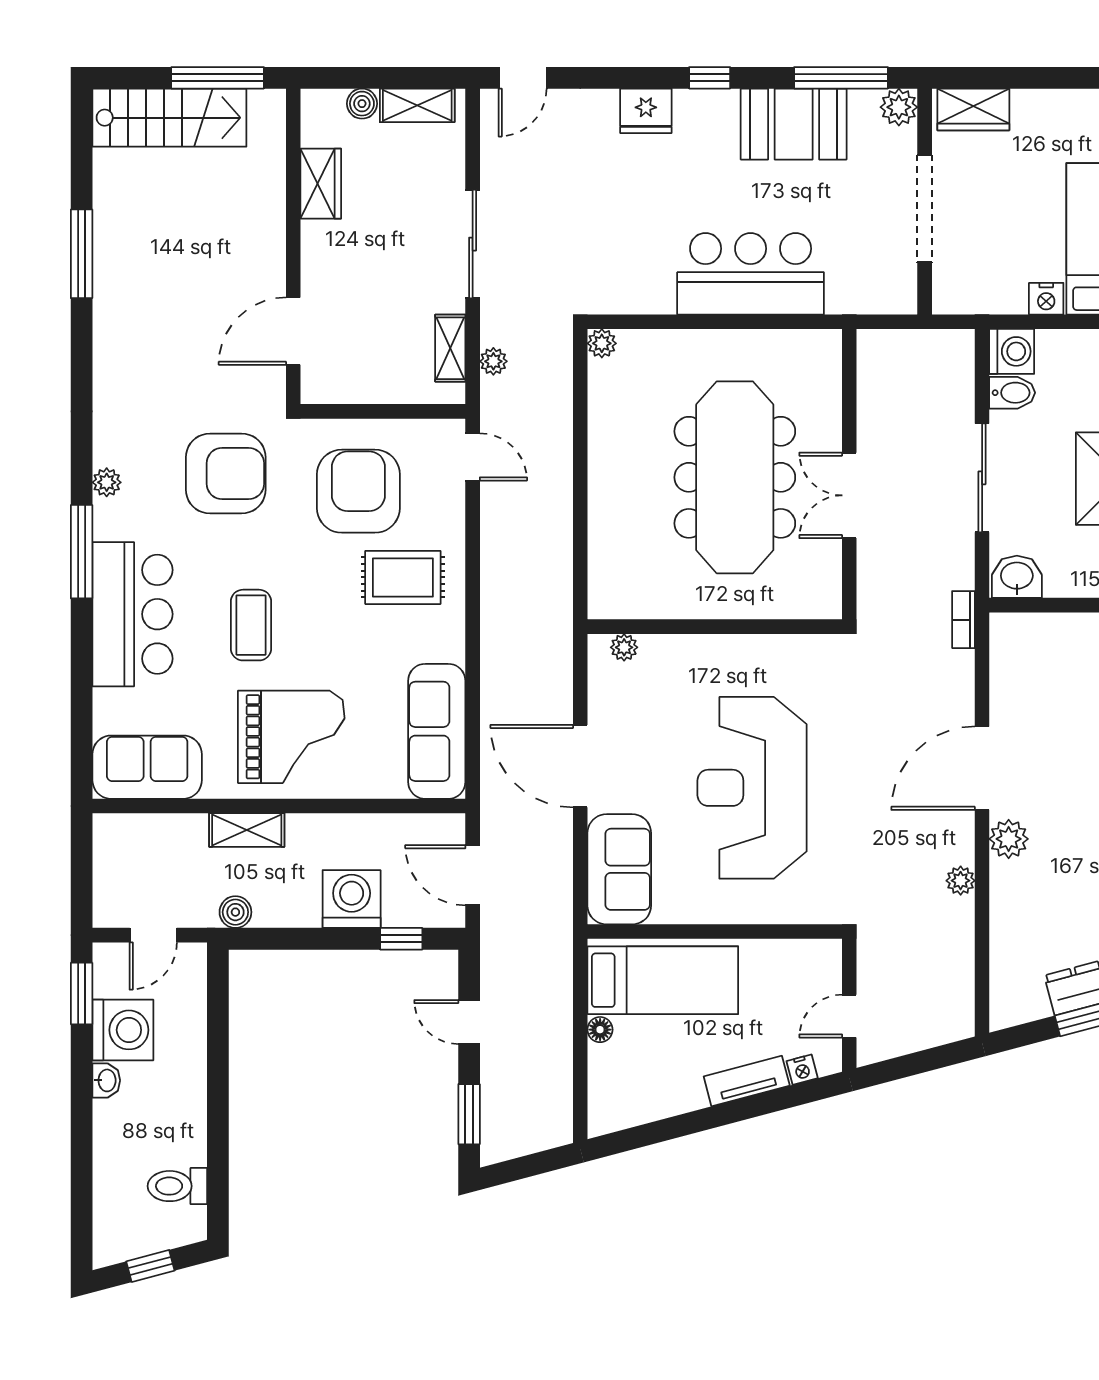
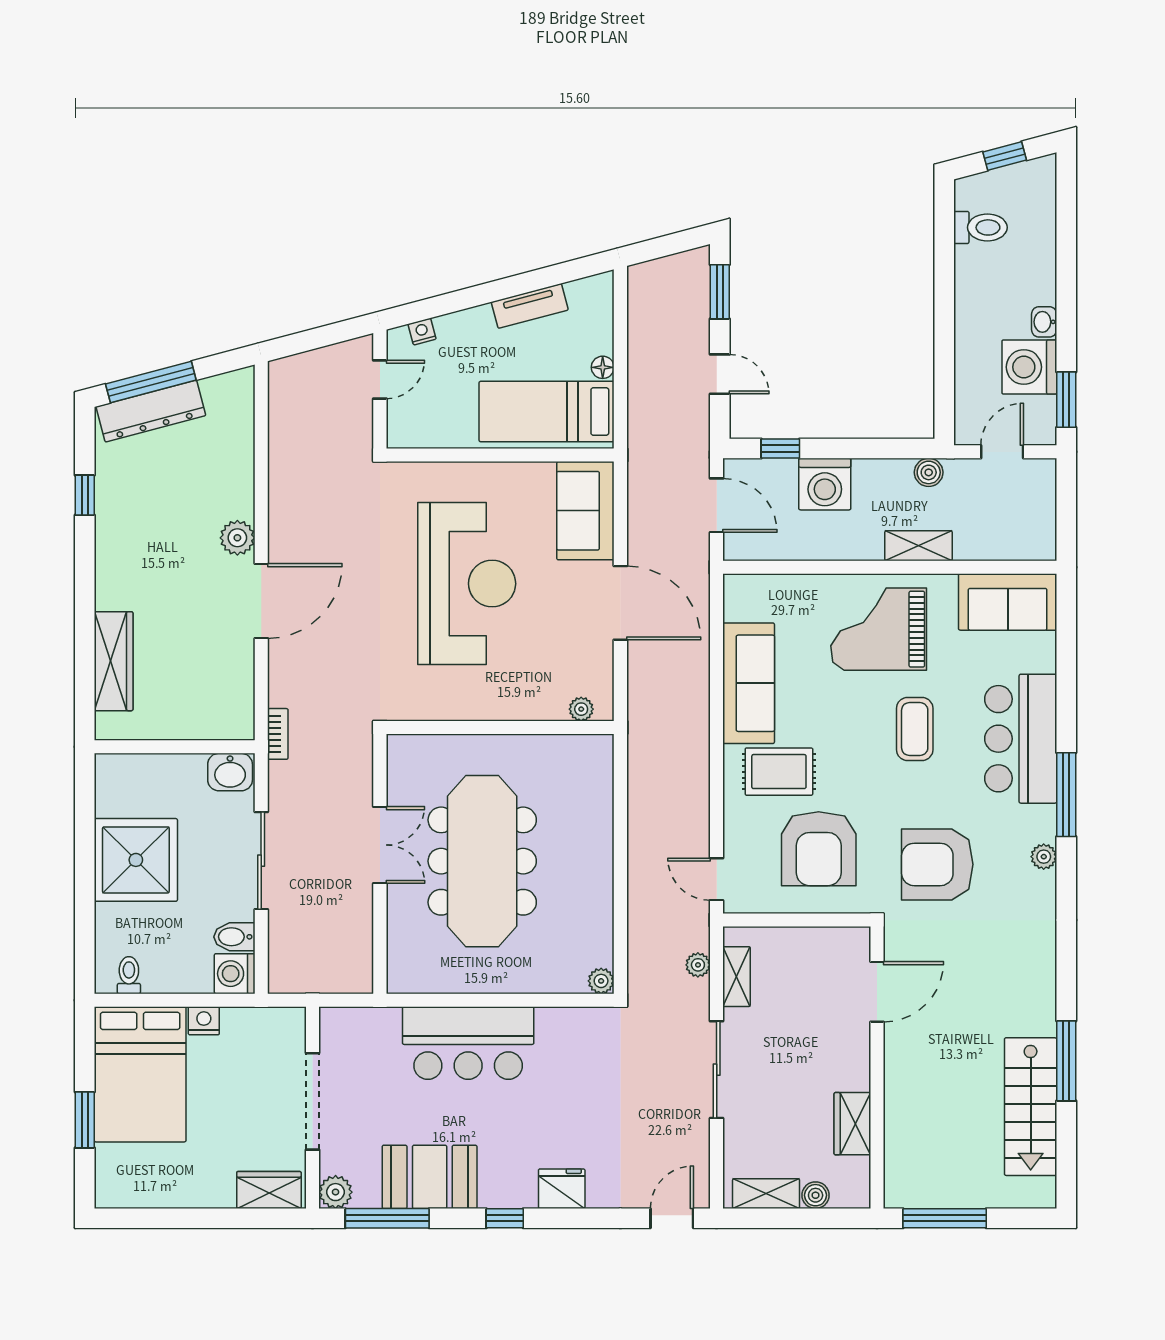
stairs: (169, 118) -> (1031, 1107), moved, turned -90
sofa: (437, 731) -> (749, 683), moved
plant: (961, 881) -> (280, 501), removed
tv unit: (747, 1081) -> (530, 306), moved

